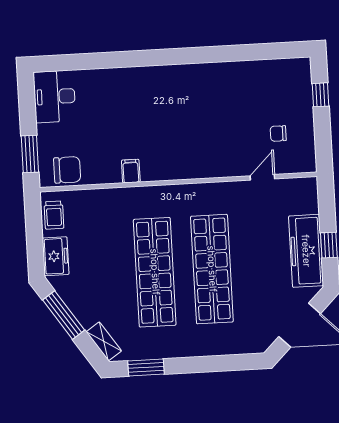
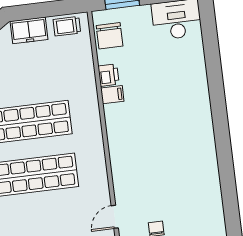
printer: (109, 174) -> (109, 75), added
door: (262, 177) -> (115, 217), swing flipped

